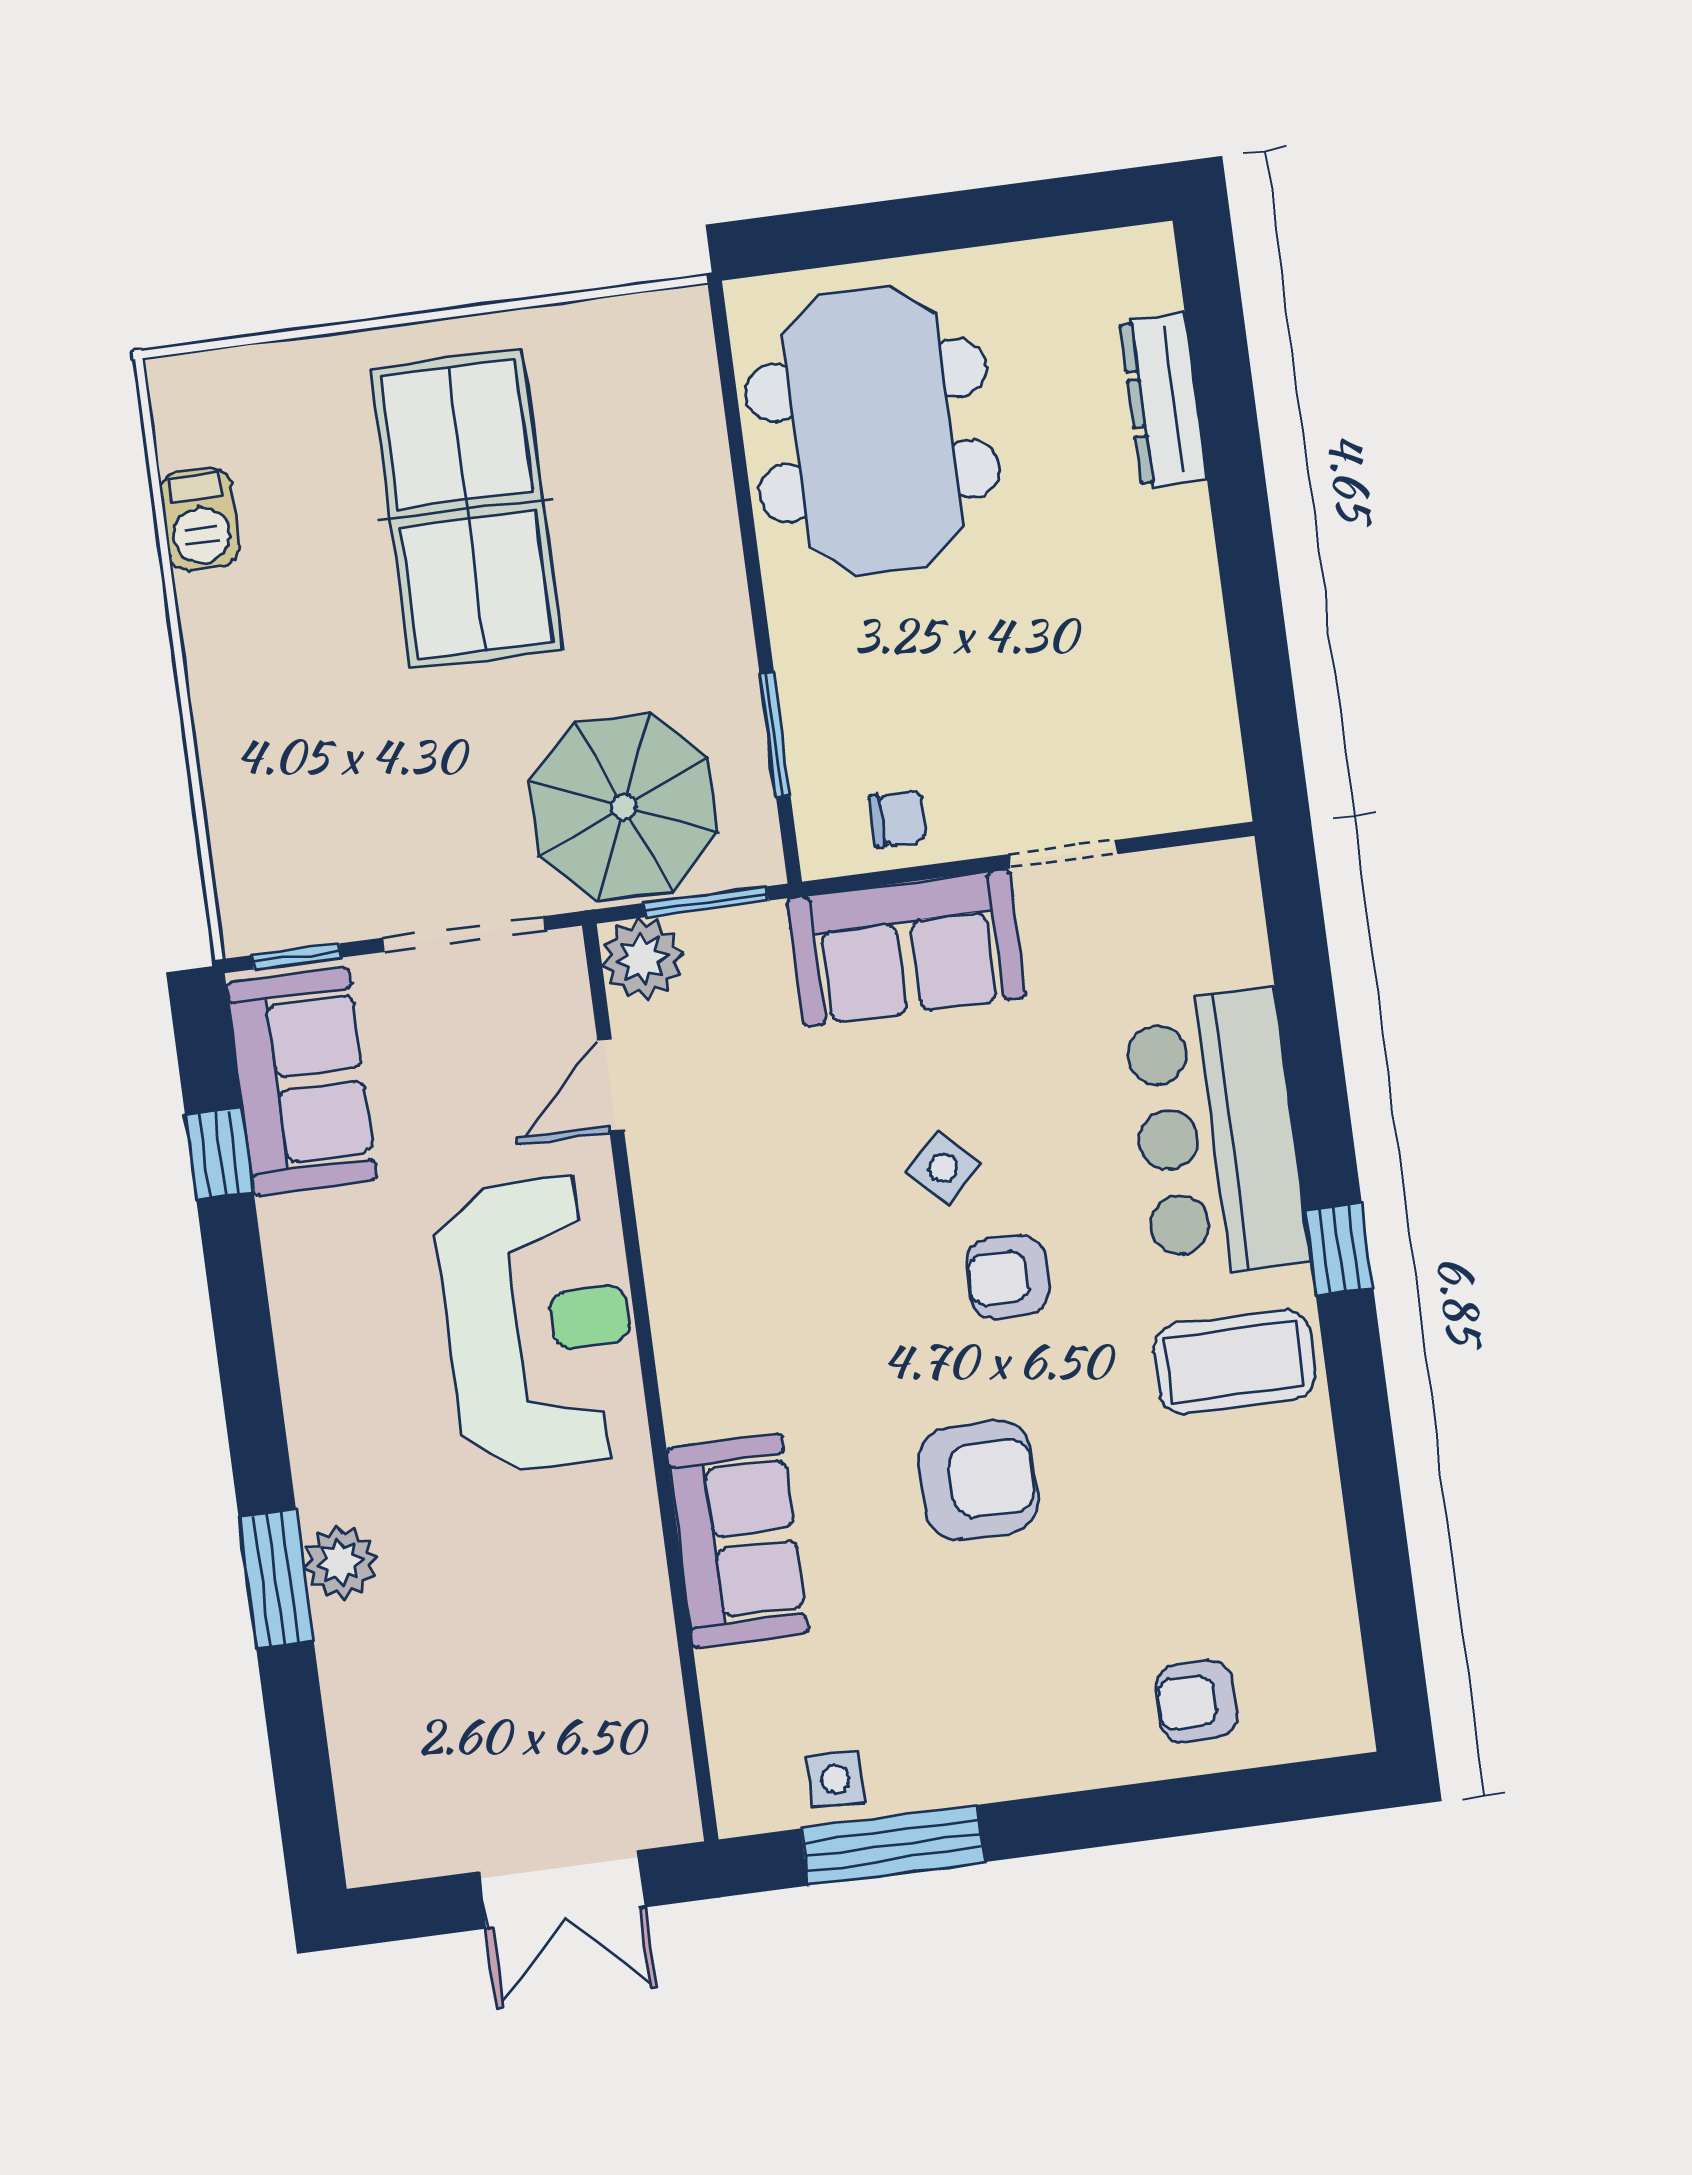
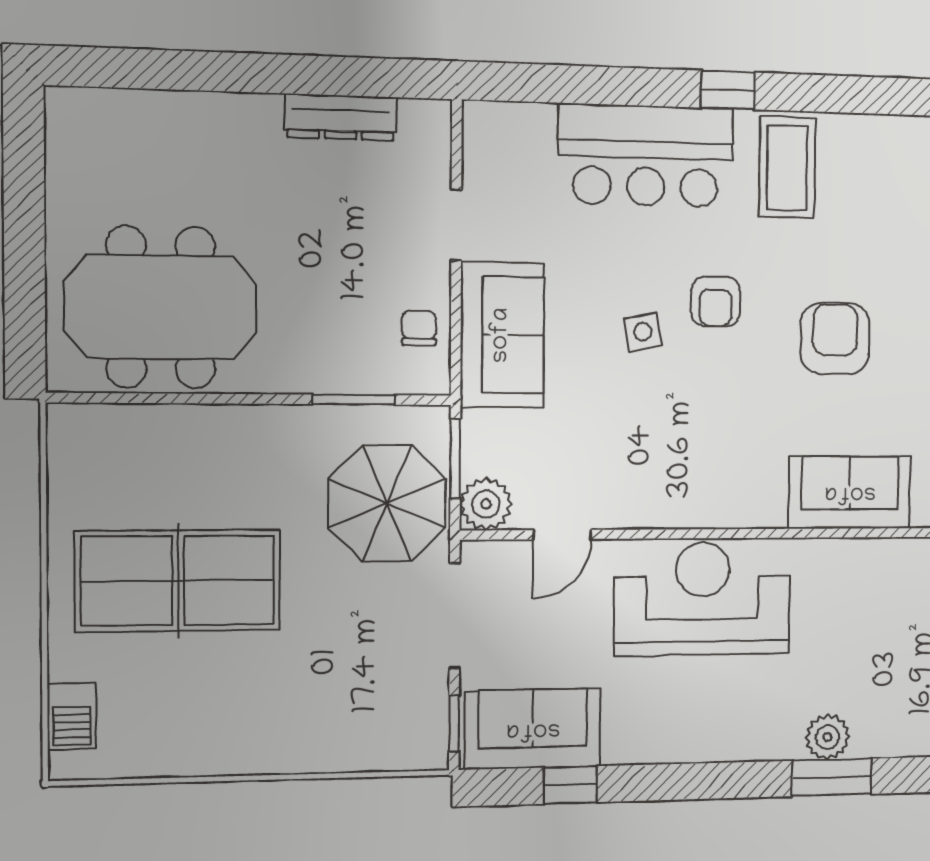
dresser: (1163, 400) -> (341, 117), moved
barbecue: (200, 519) -> (72, 716), moved, turned 90
door: (611, 1085) -> (562, 535), hinge flipped
side table: (943, 1168) -> (643, 332), turned 34

